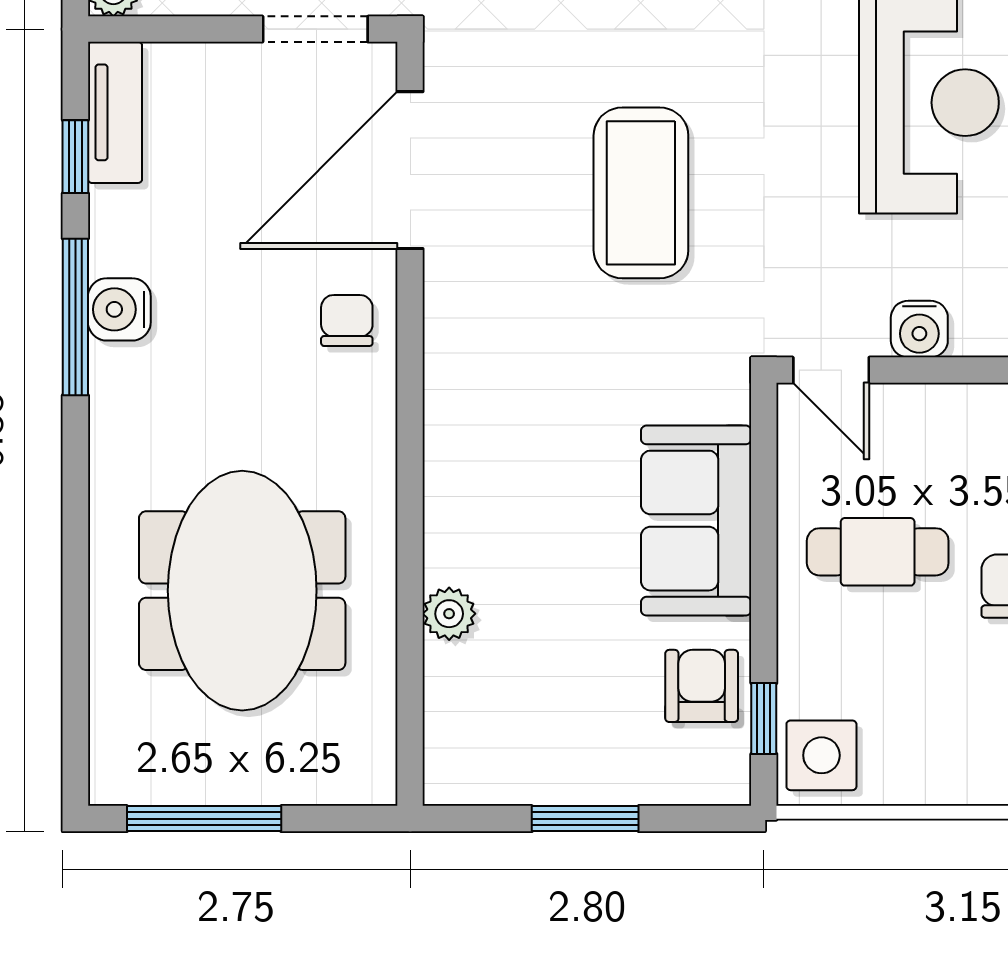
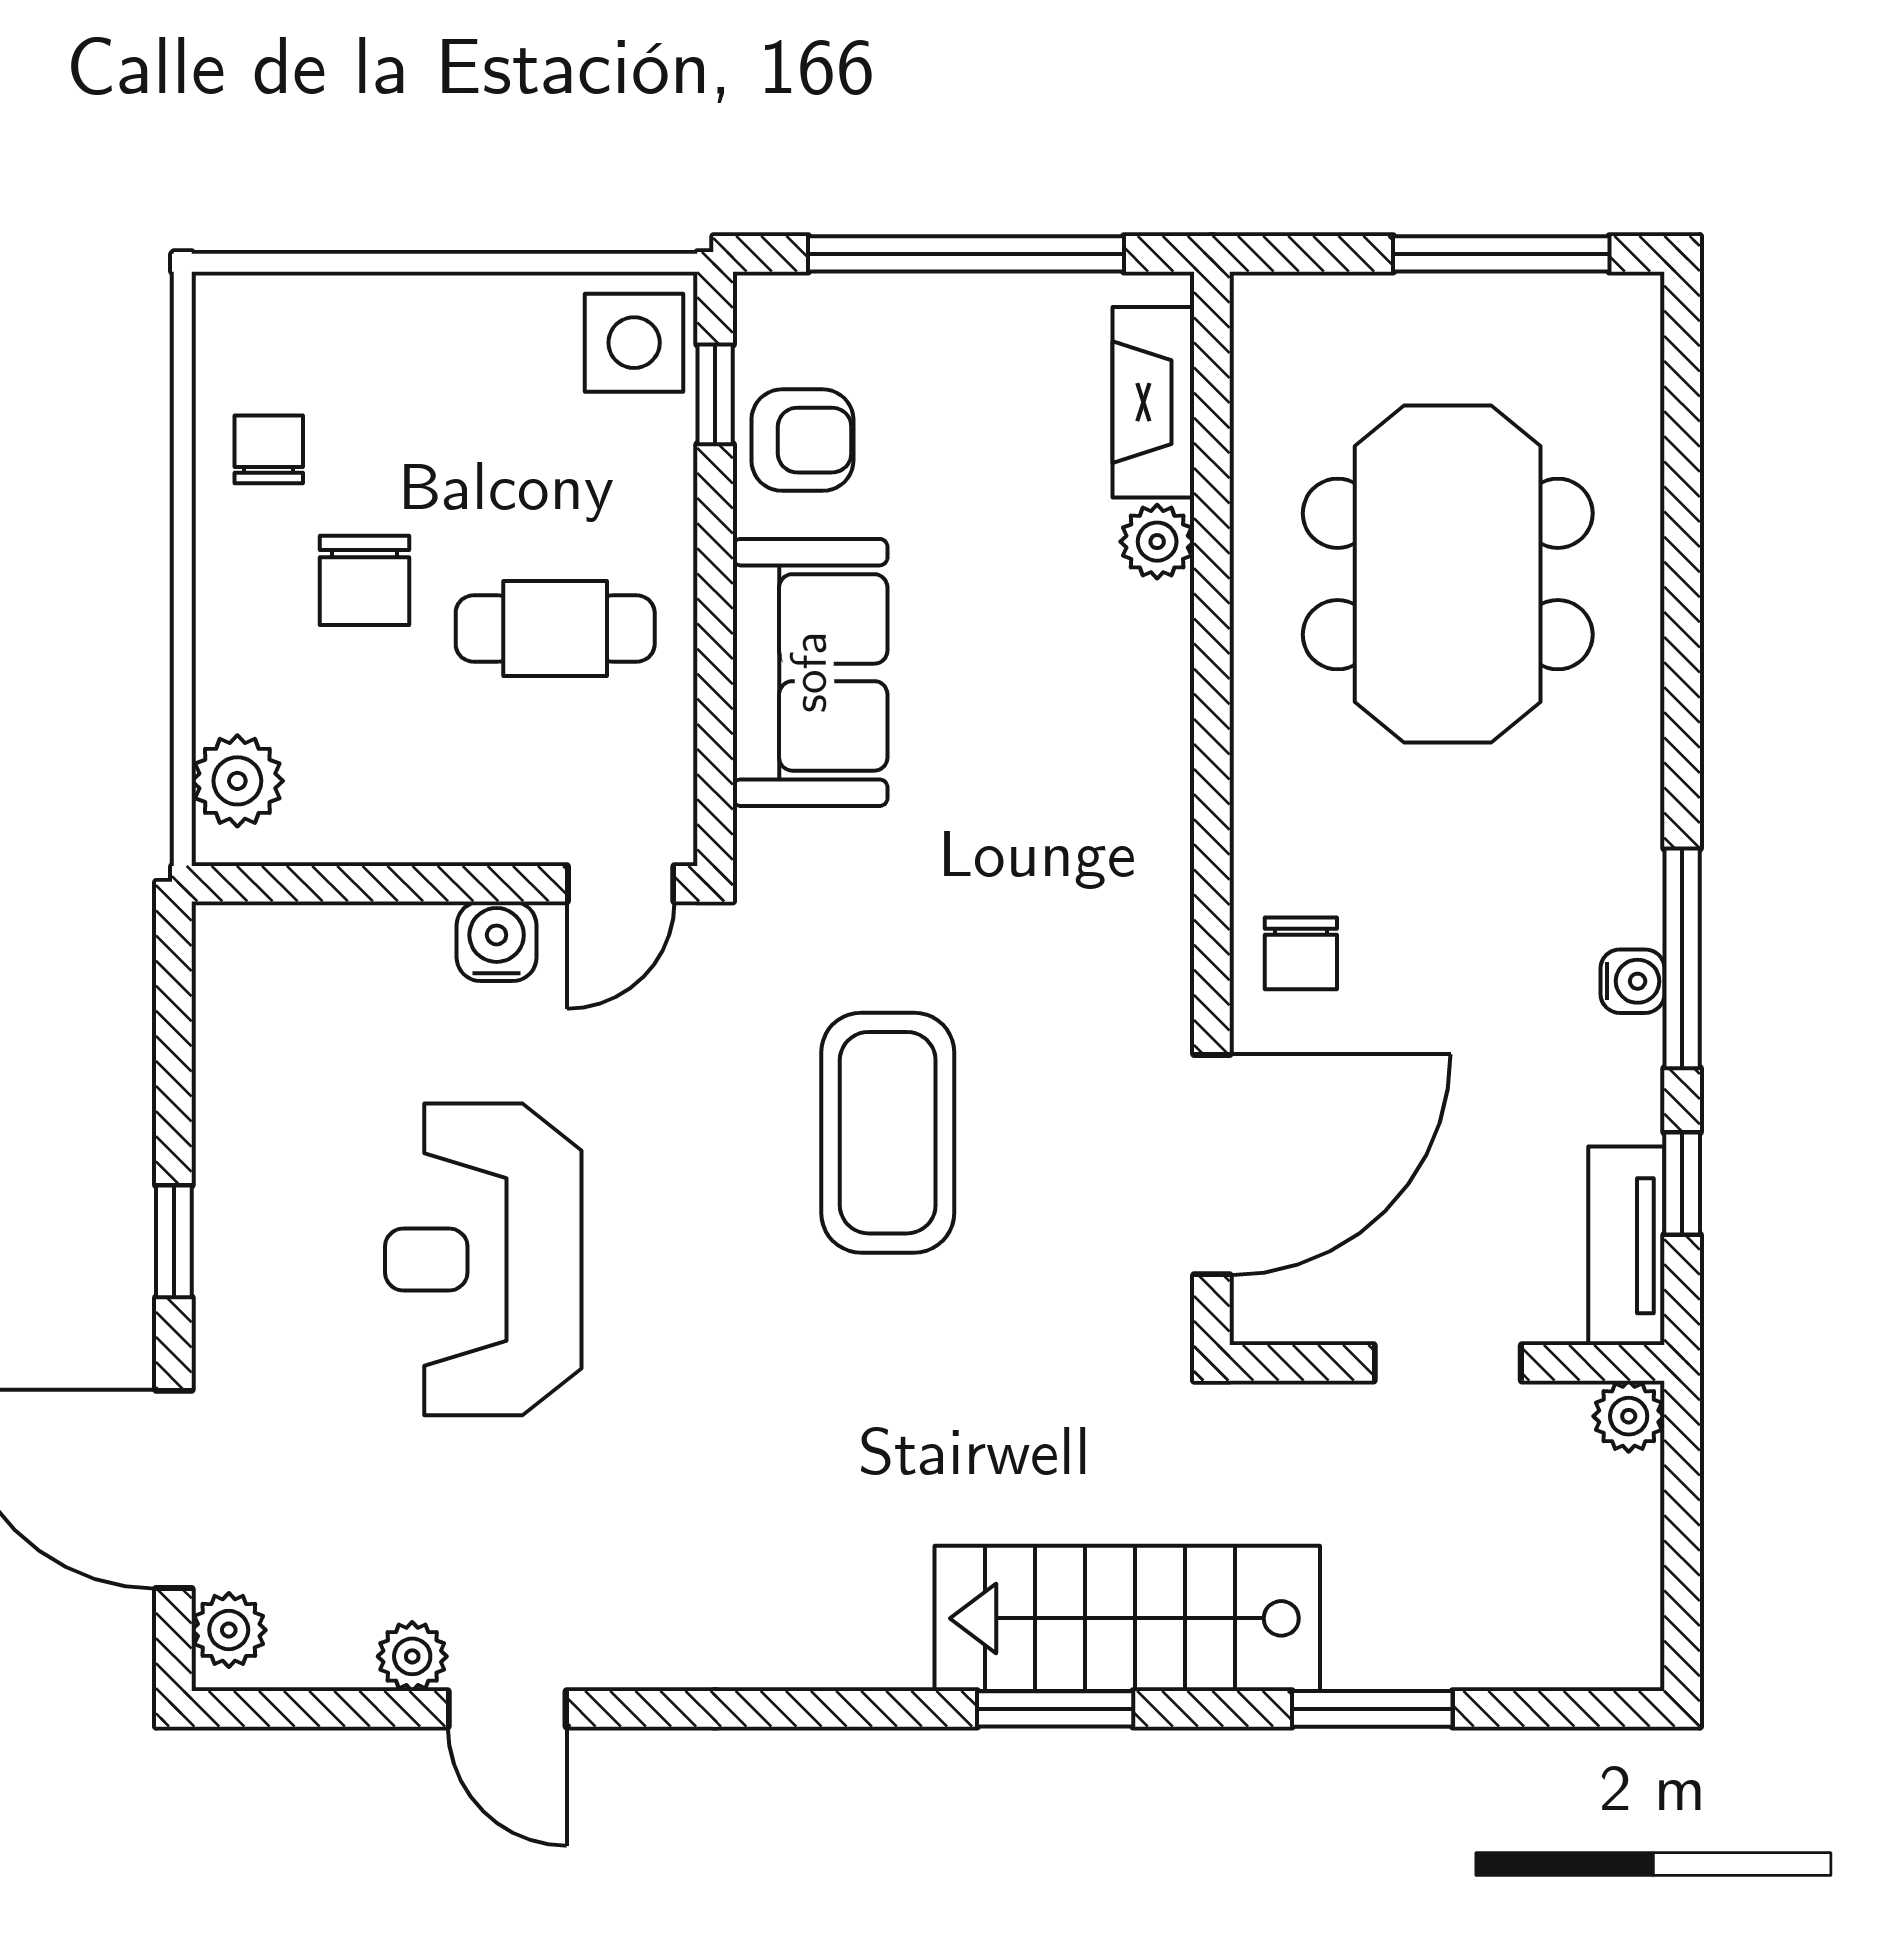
doorway: (315, 29) -> (1448, 1363), moved
water cooler: (119, 309) -> (1632, 981), width x0.72, depth x0.72
door: (831, 370) -> (621, 884), swing flipped
armchair: (702, 686) -> (802, 440), turned -90
fireplace: (452, 713) -> (1153, 402), added
window: (585, 819) -> (966, 254), width x2.11

